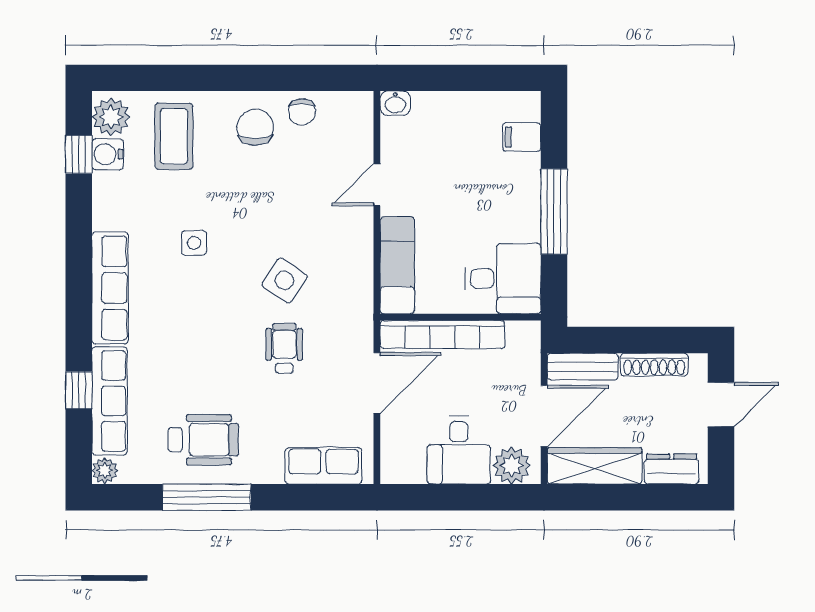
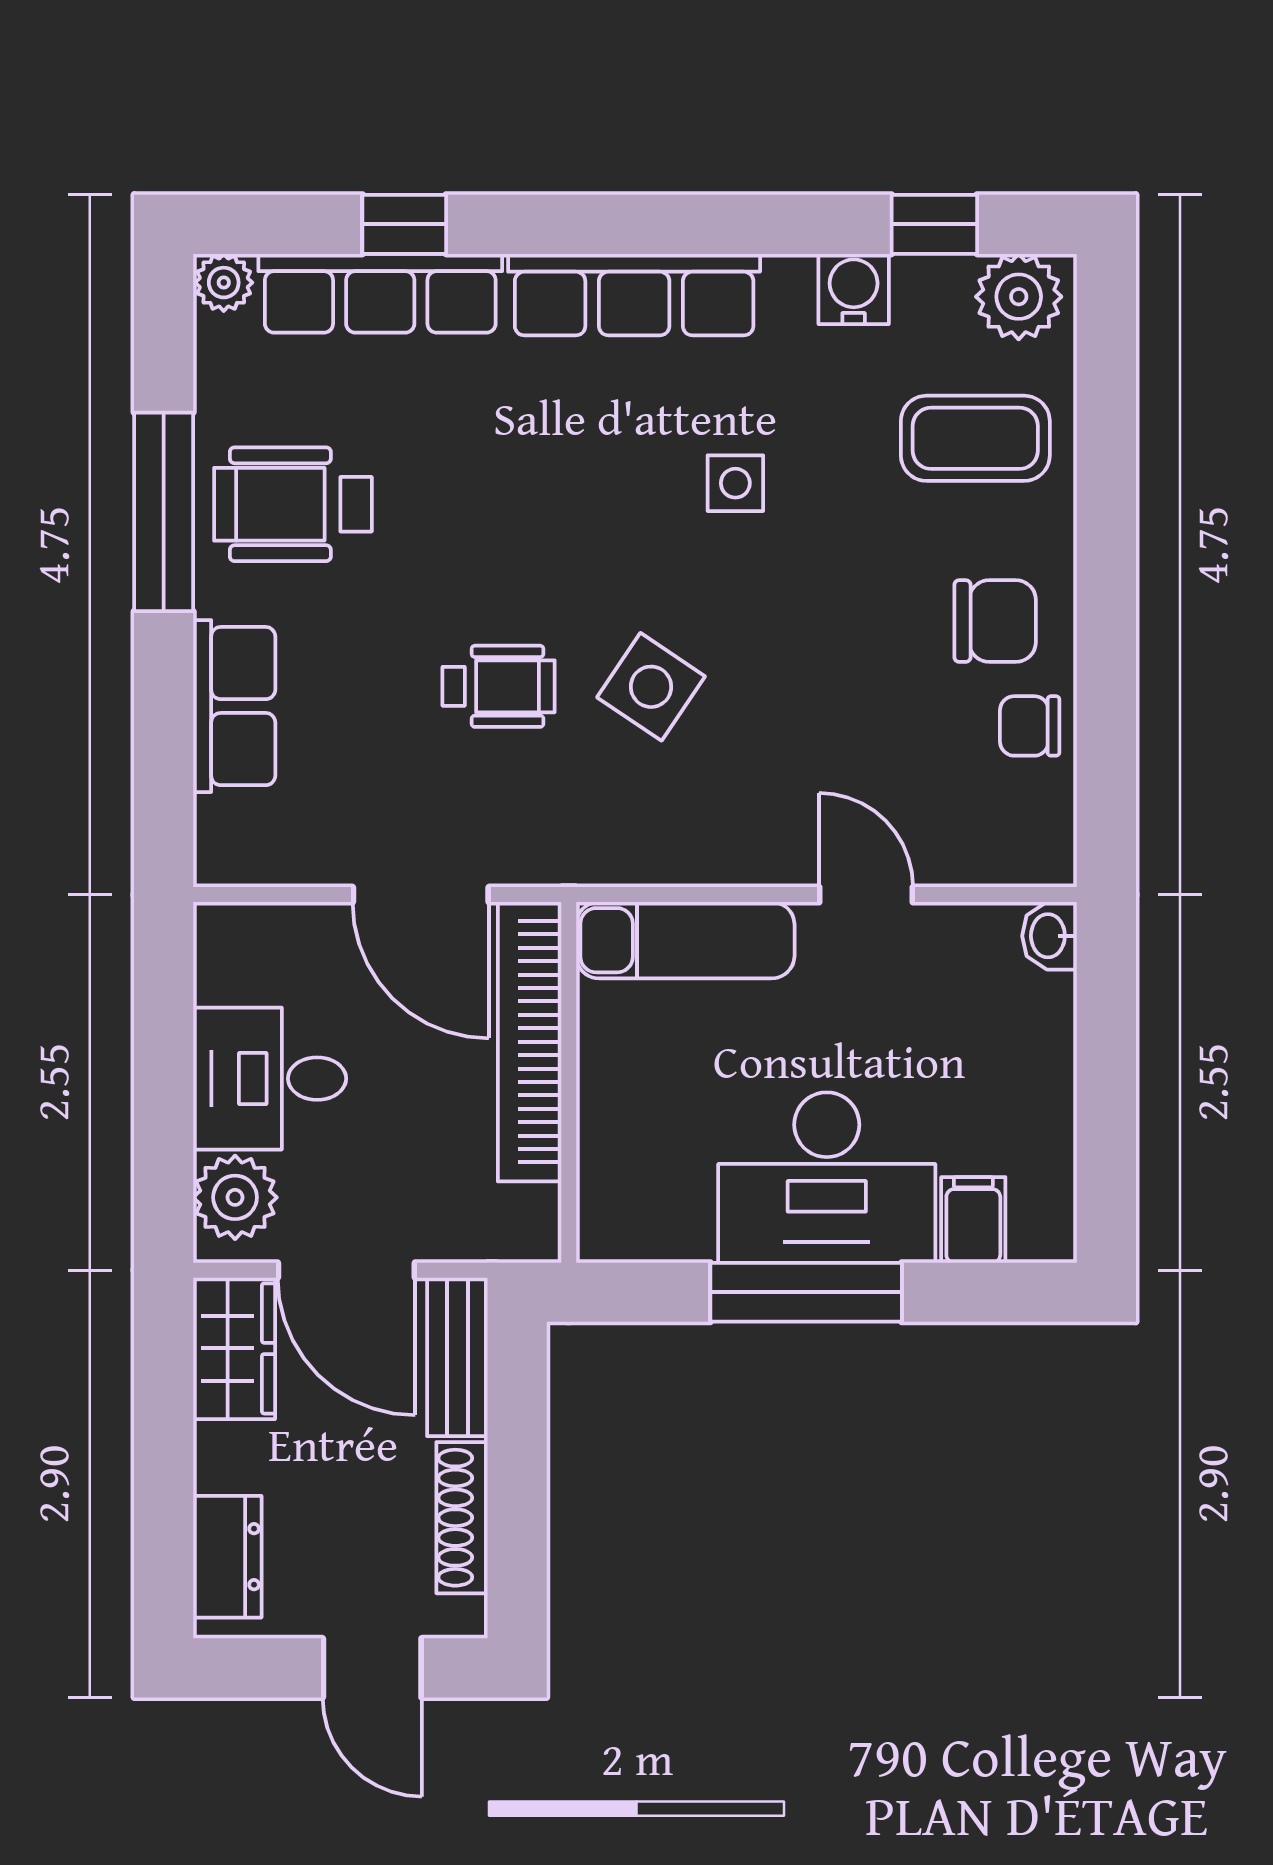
water cooler: (108, 154) -> (854, 289), moved
desk: (503, 279) -> (827, 1178), moved, width x1.37
wheelchair: (203, 440) -> (293, 504), turned 90
row of seats: (323, 466) -> (234, 706), moved
wardrobe: (595, 466) -> (234, 1348), width x0.67

